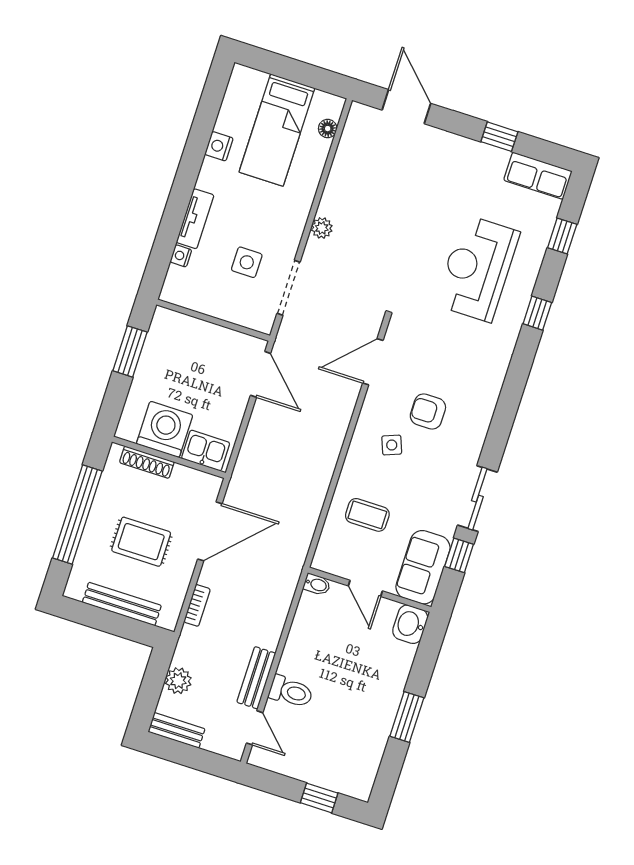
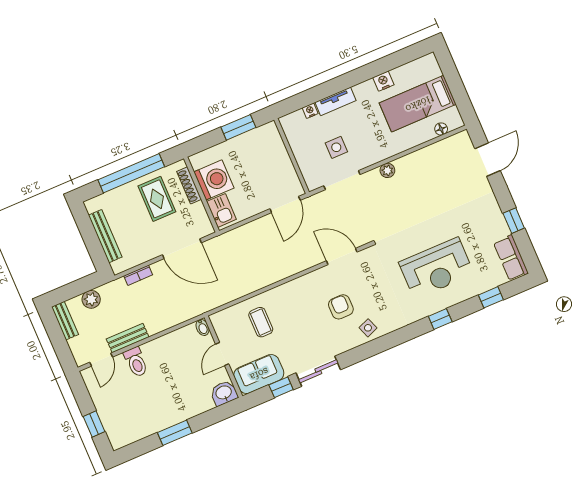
reception desk: (477, 268) -> (436, 268), turned 180
side table: (392, 445) -> (368, 328), moved
rug: (141, 542) -> (157, 199), moved

